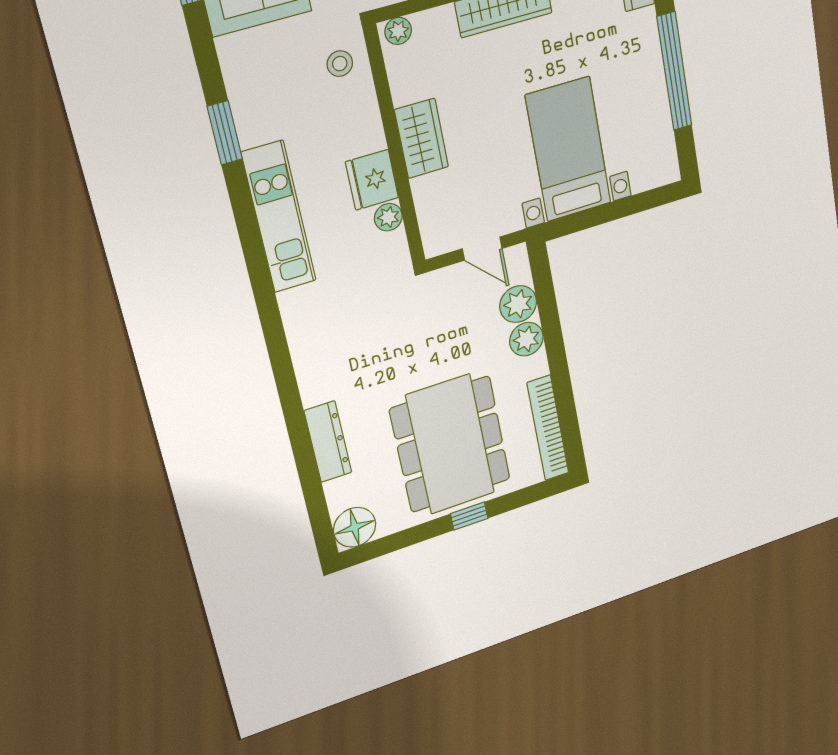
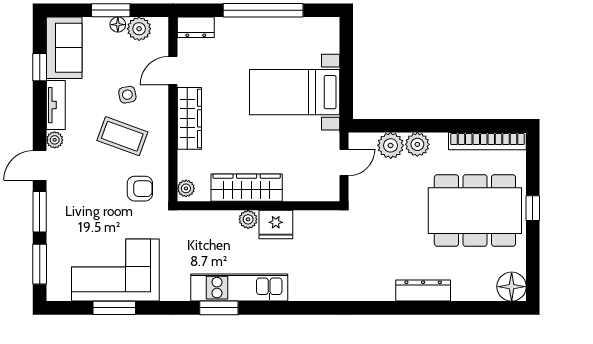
stool: (340, 64) -> (196, 229), removed
wardrobe: (422, 138) -> (247, 188), width x1.50
kitchen unit: (279, 217) -> (239, 288), moved
plant: (388, 217) -> (248, 219), moved
dresser: (328, 442) -> (423, 291), moved

